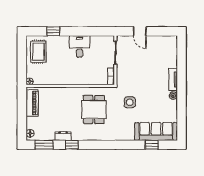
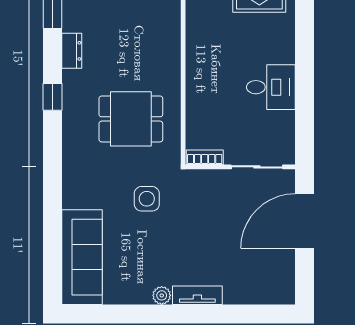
window: (53, 31) -> (304, 29), removed
door: (140, 31) -> (304, 221), width x1.88
window: (72, 145) -> (52, 97), moved
window: (152, 145) -> (52, 248), removed

